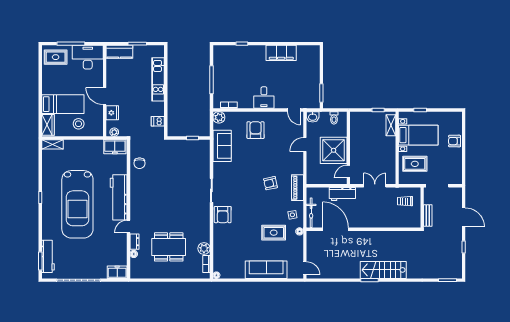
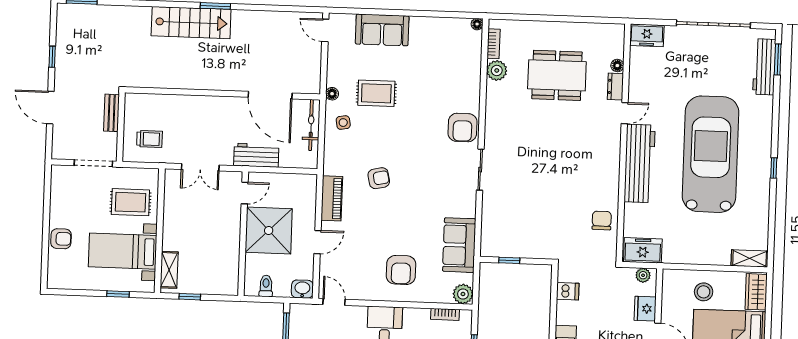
piano: (297, 188) -> (332, 198), moved
armchair: (223, 215) -> (462, 127), turned 180
sofa: (266, 270) -> (382, 30), width x0.73

